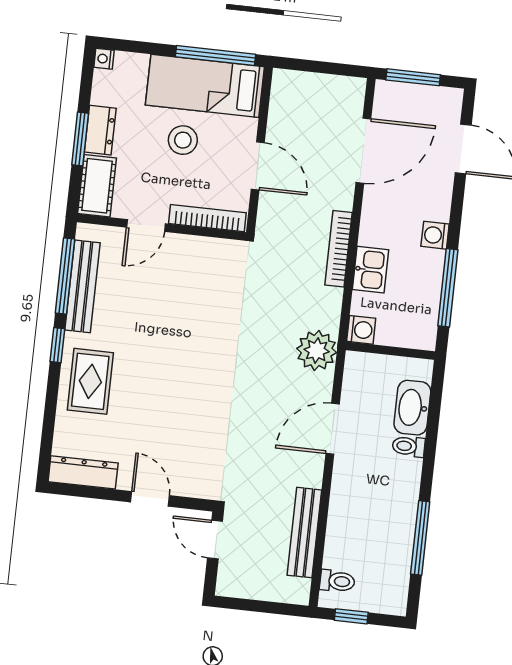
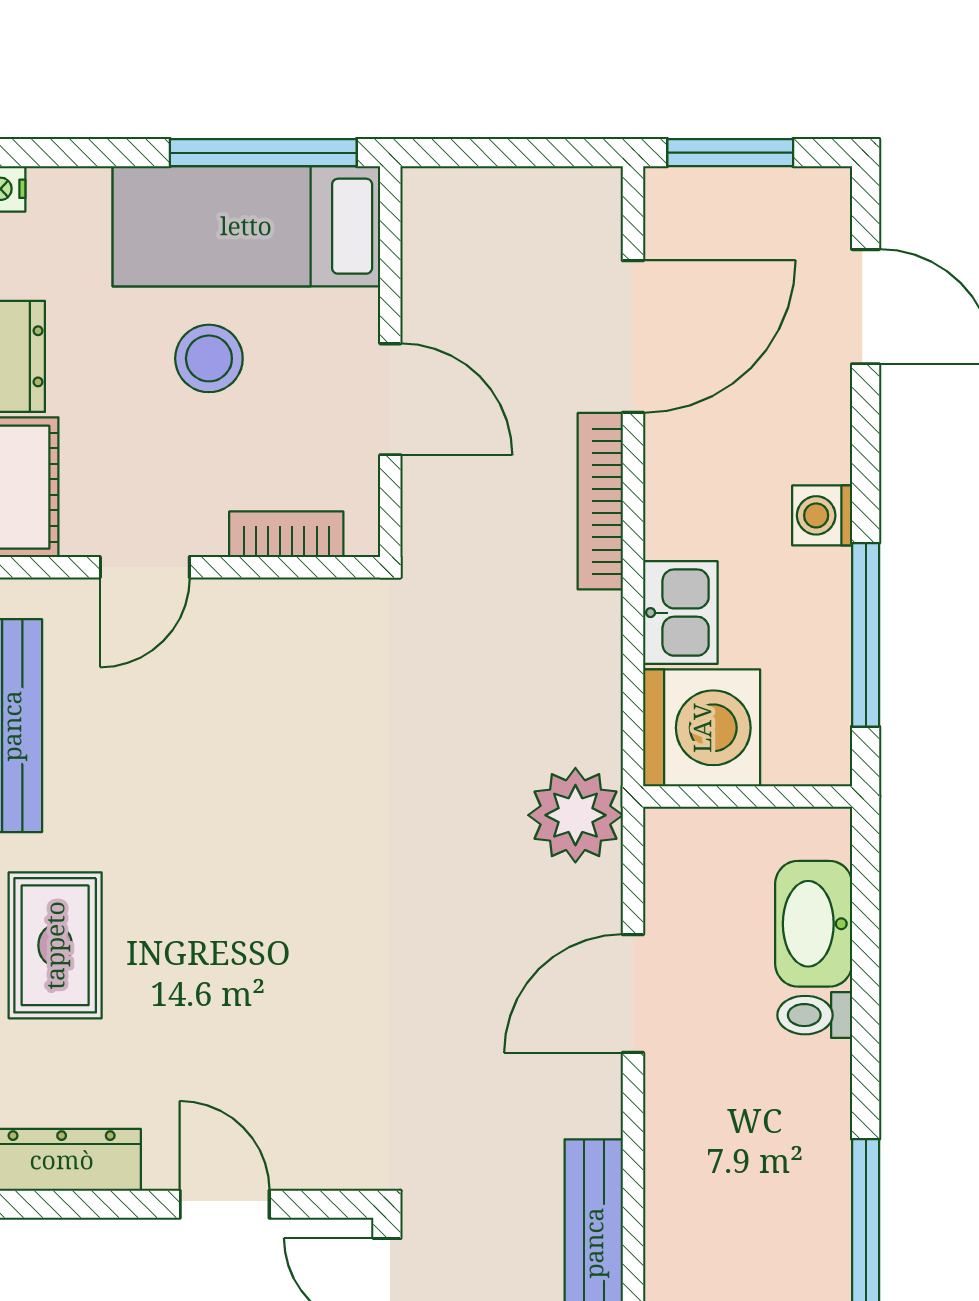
bookcase: (207, 218) -> (286, 534), width x0.64
bookcase: (339, 249) -> (600, 501), moved
washing machine: (361, 330) -> (702, 728), width x1.89, depth x1.89

